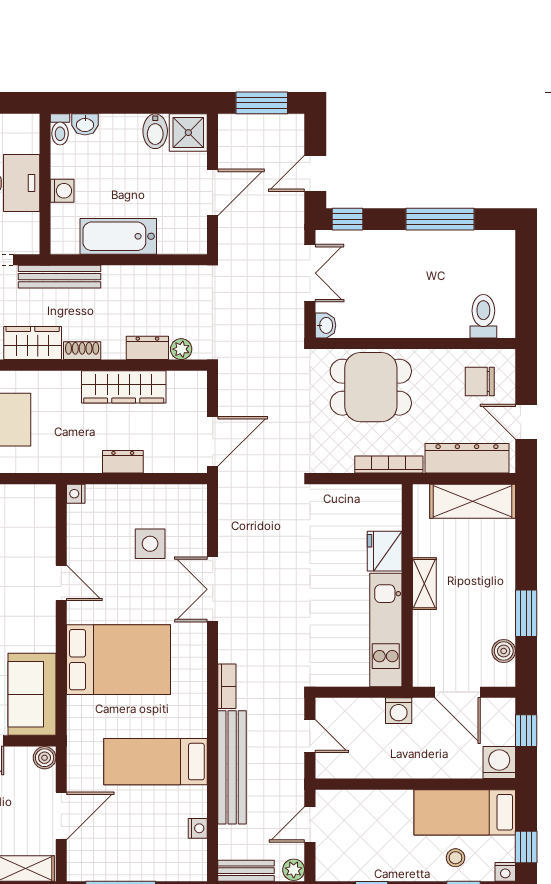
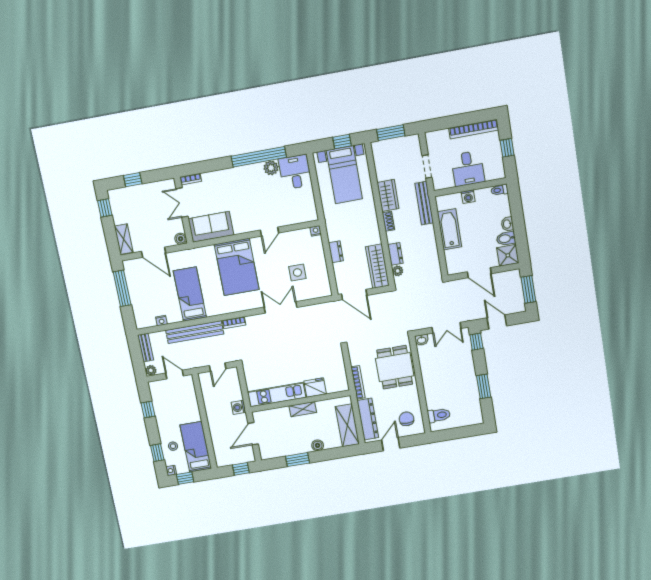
washbasin: (85, 124) -> (507, 224), moved
window: (440, 219) -> (484, 386), width x0.69
wardrobe: (124, 387) -> (377, 266), moved
boiler: (504, 651) -> (318, 445), moved
washing machine: (499, 763) -> (223, 459), removed

